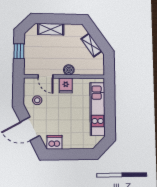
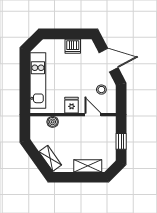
shelving: (91, 45) -> (50, 158), moved
boiler: (69, 70) -> (53, 122), moved
dishwasher: (54, 142) -> (73, 46), moved

